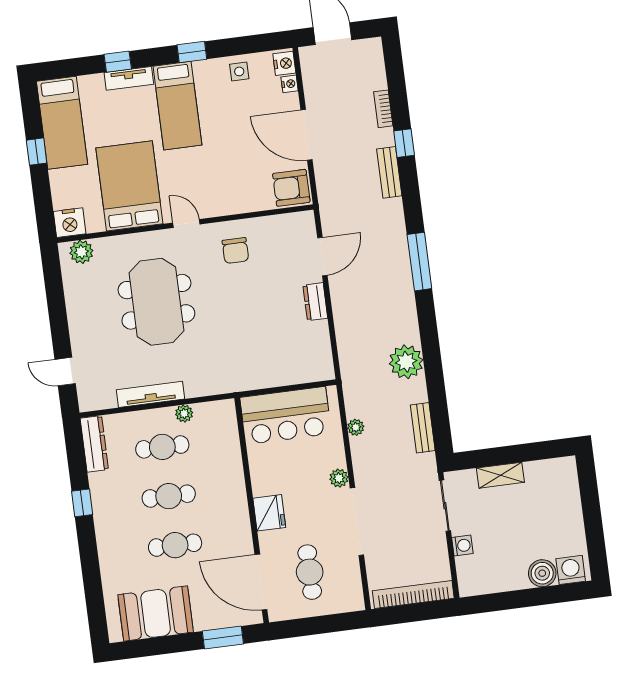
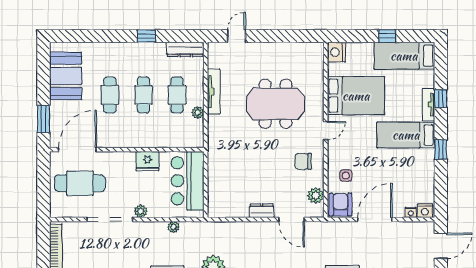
side table: (239, 71) -> (346, 176), moved
plant: (81, 252) -> (316, 195), moved
fridge: (269, 513) -> (147, 161), moved
cafe table: (310, 572) -> (80, 183), width x1.37, depth x1.35

